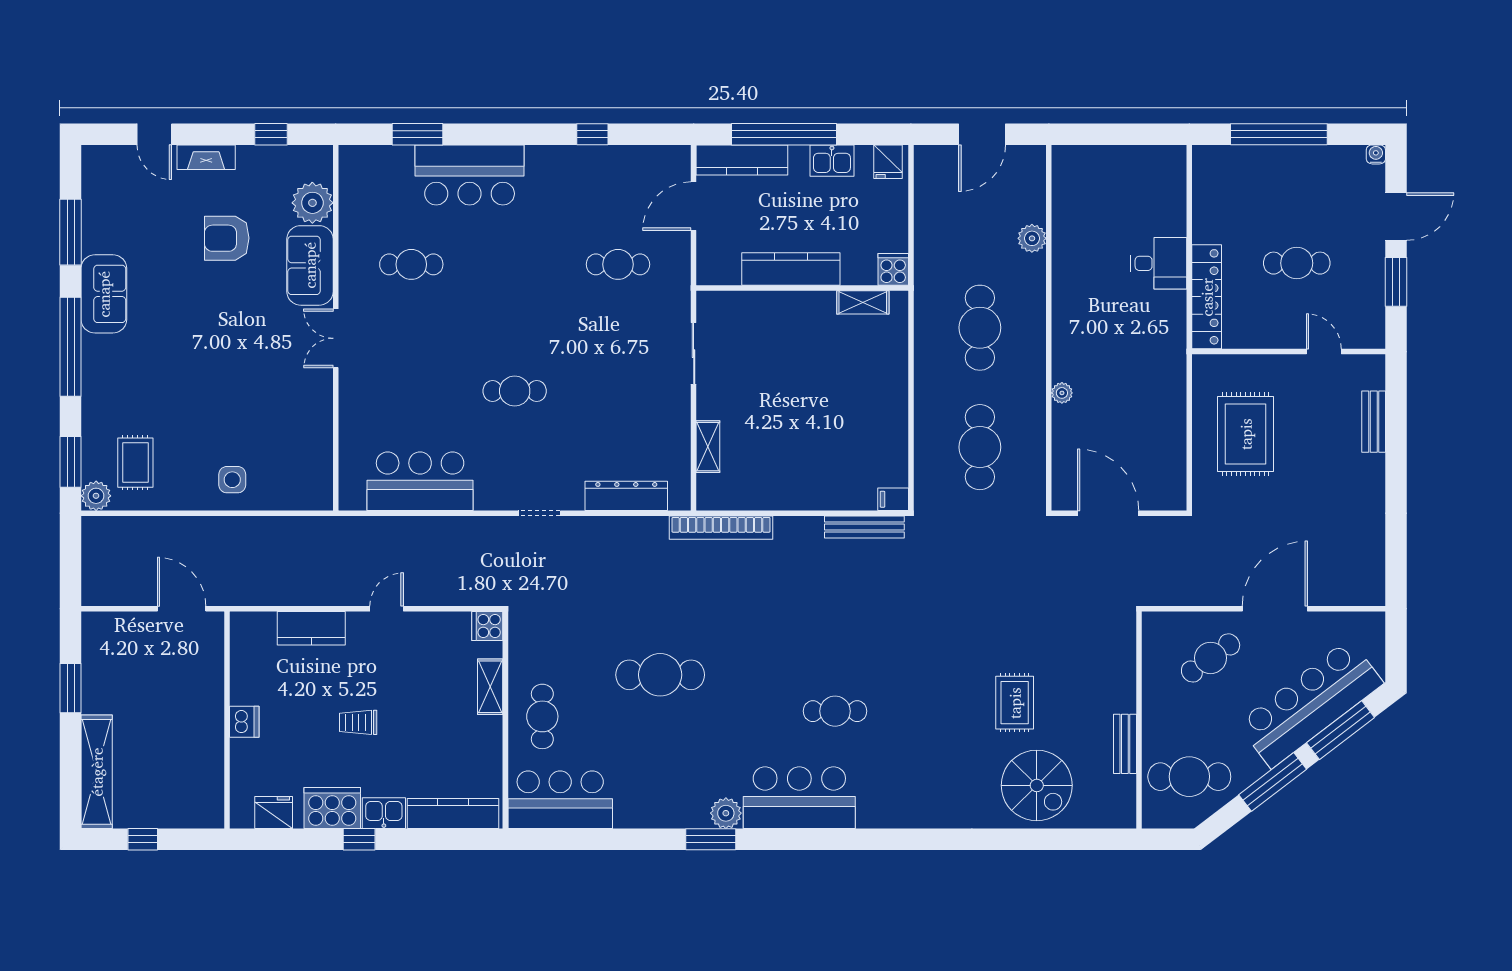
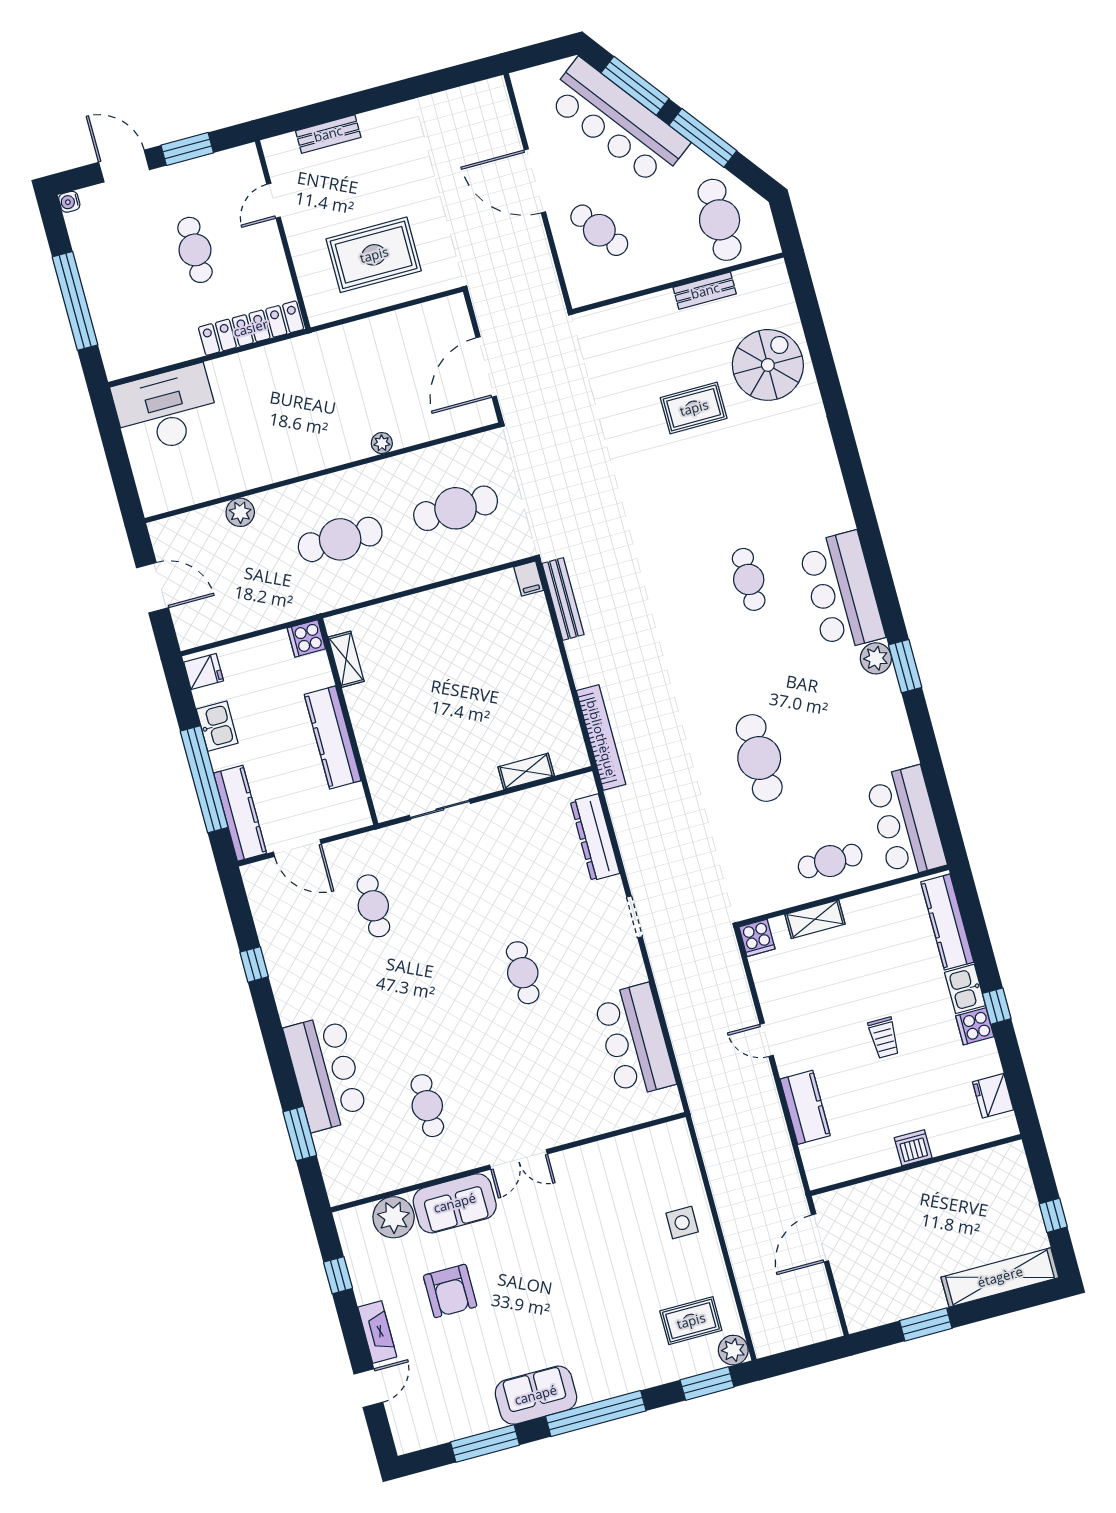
desk: (1159, 263) -> (166, 410), moved, width x1.87, depth x1.30
cooker: (332, 808) -> (975, 1026), width x0.53, depth x0.76

